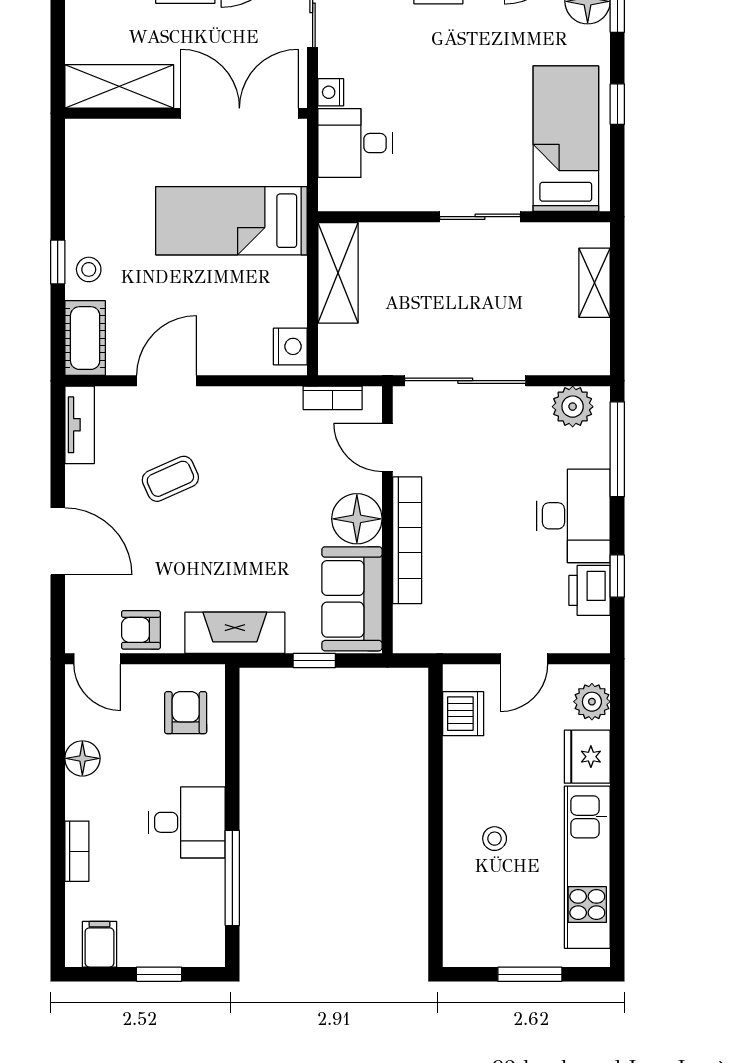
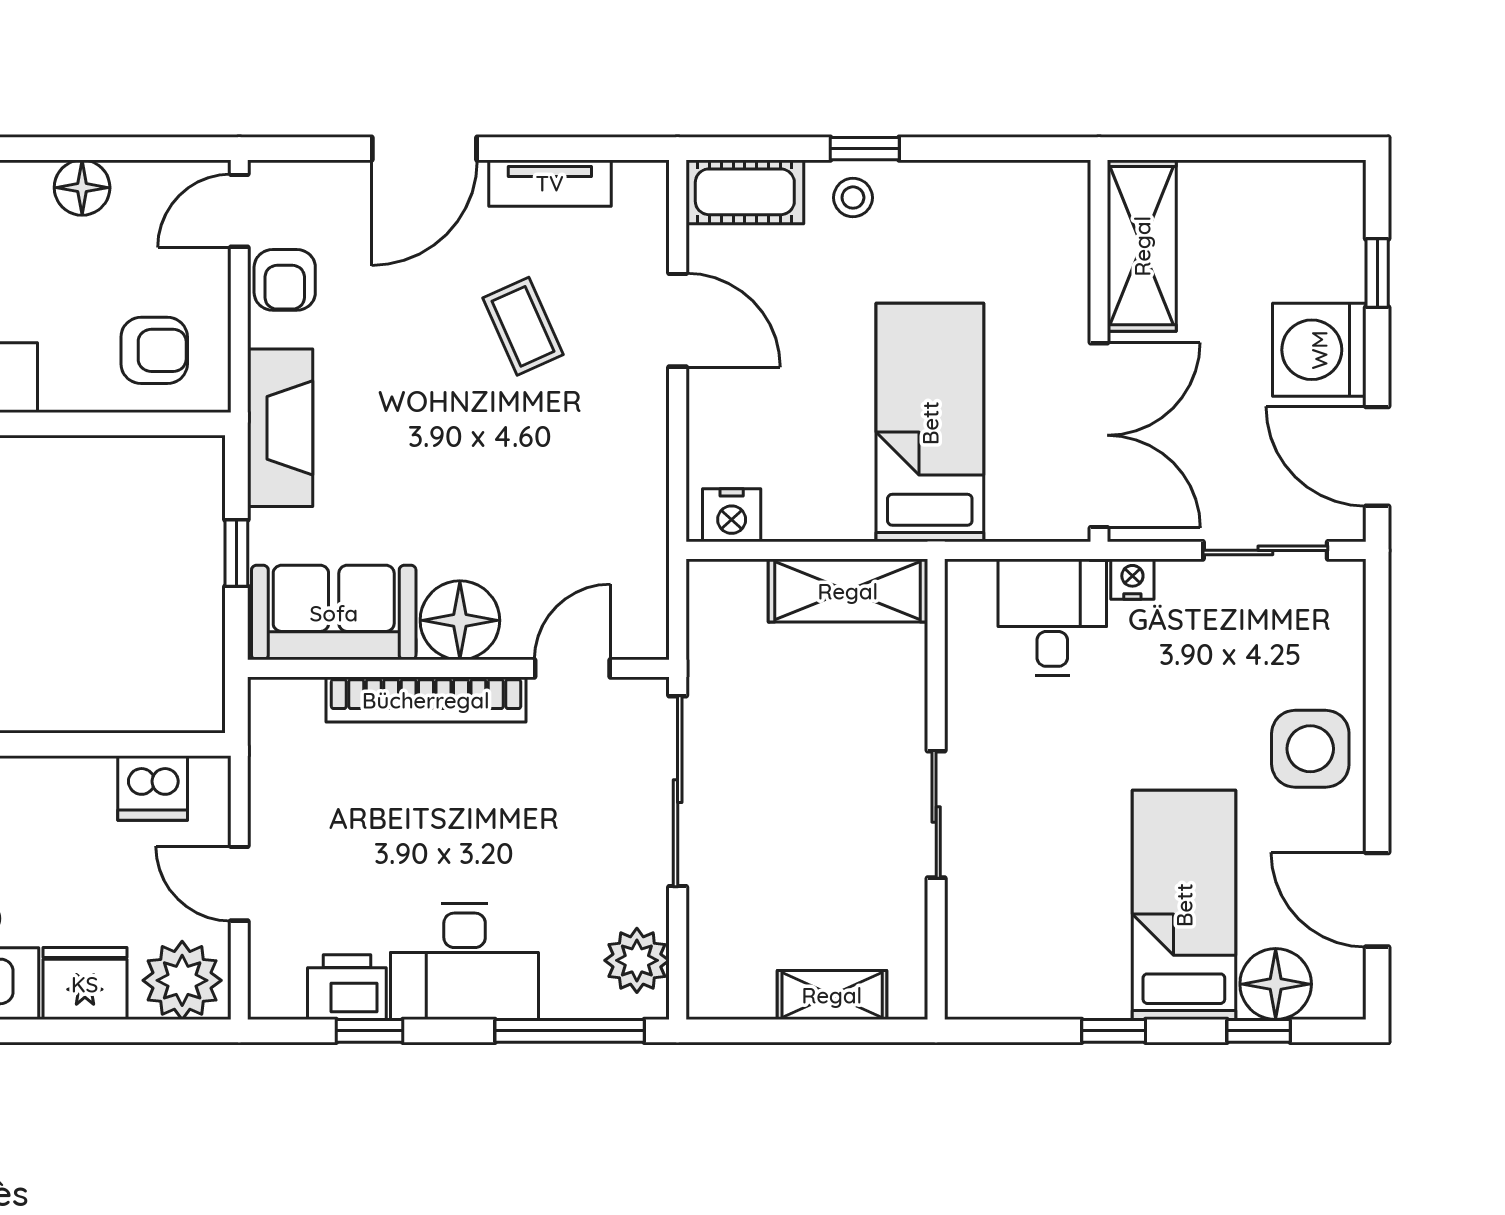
bed: (566, 139) -> (1184, 905), moved, turned -90
bookcase: (333, 398) -> (651, 582), removed
tv unit: (80, 425) -> (550, 183), moved
armchair: (141, 630) -> (285, 280), turned 180
plant: (592, 702) -> (182, 980), width x1.36, depth x1.36

